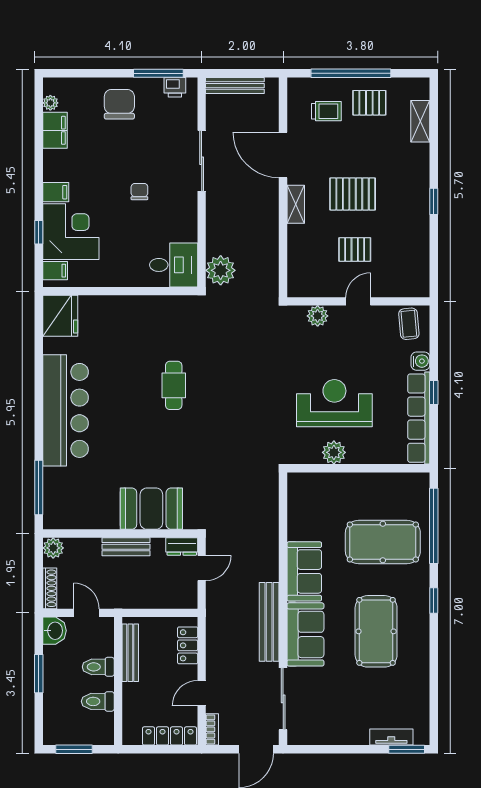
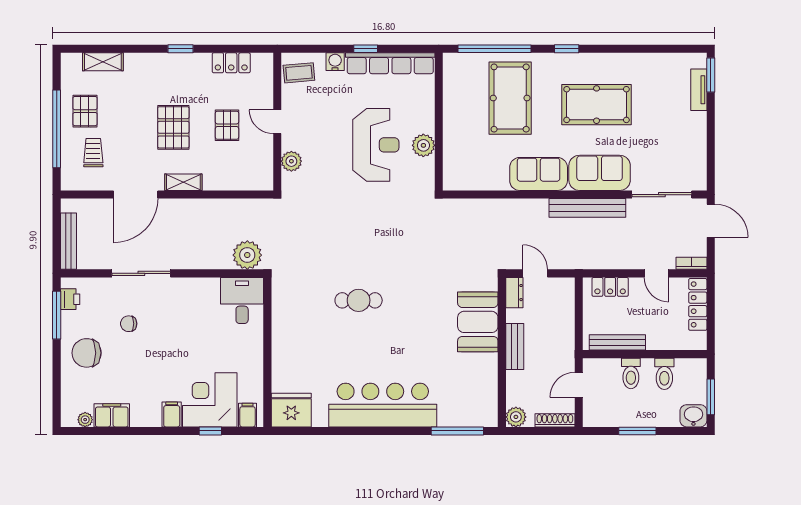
chair: (139, 192) -> (129, 324), moved
locker: (419, 254) -> (231, 63), added
reception desk: (334, 403) -> (376, 145), turned 180
washbasin: (54, 631) -> (693, 416), moved

